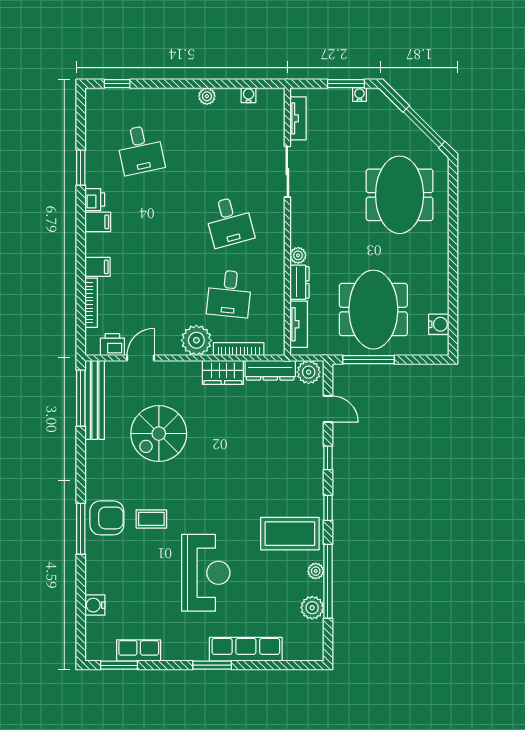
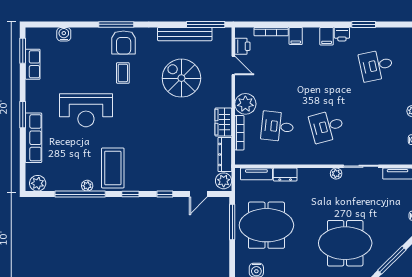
plant: (298, 255) -> (336, 174), moved
bench: (95, 400) -> (185, 34), moved
plant: (312, 608) -> (38, 183), moved

